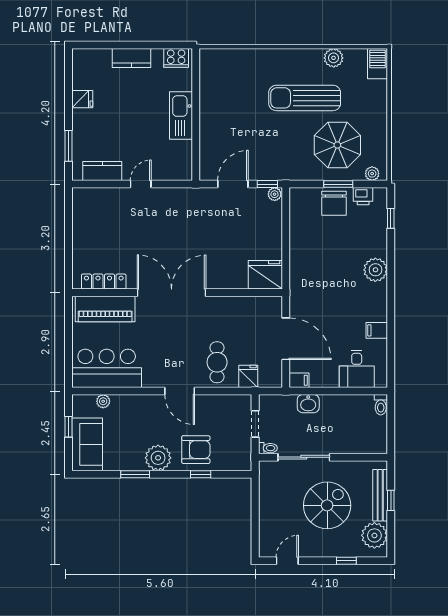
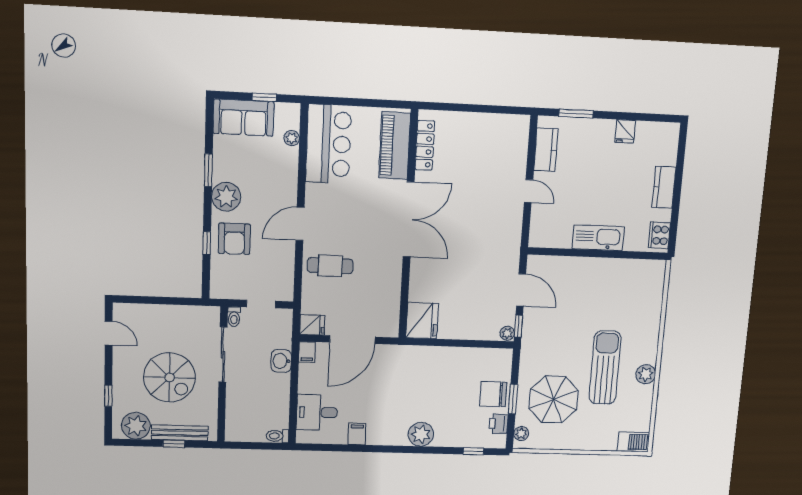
plant: (334, 58) -> (646, 374), moved
fridge: (248, 376) -> (312, 325), moved

